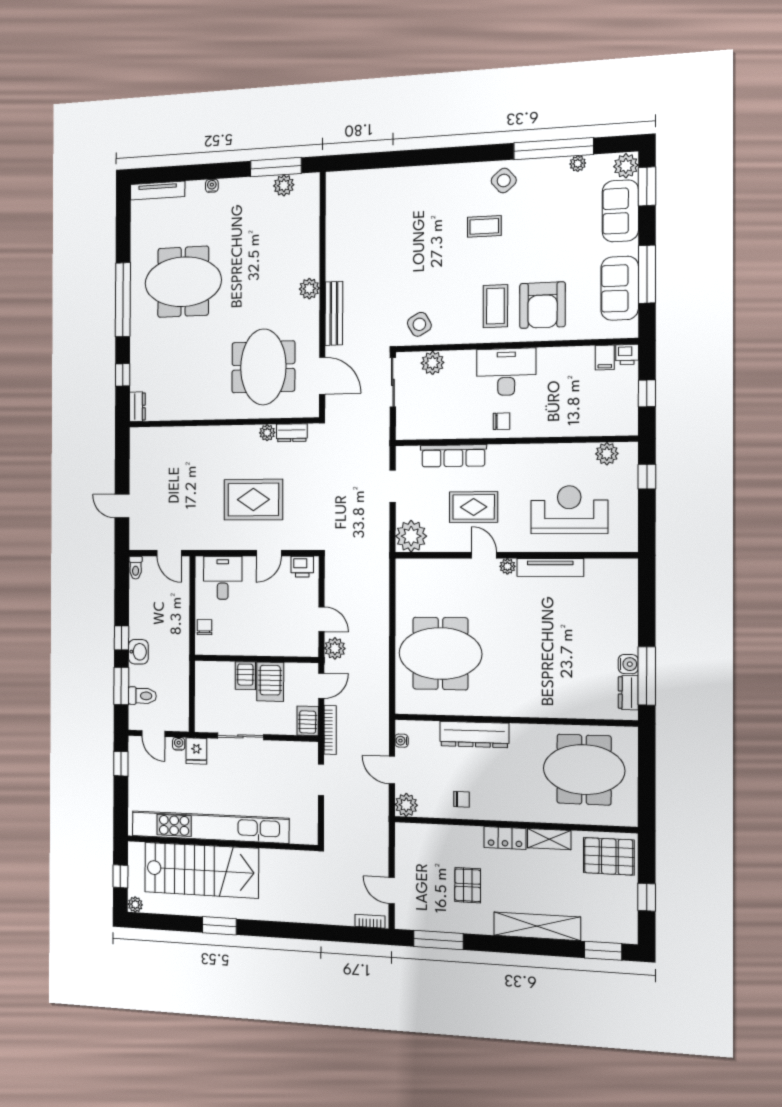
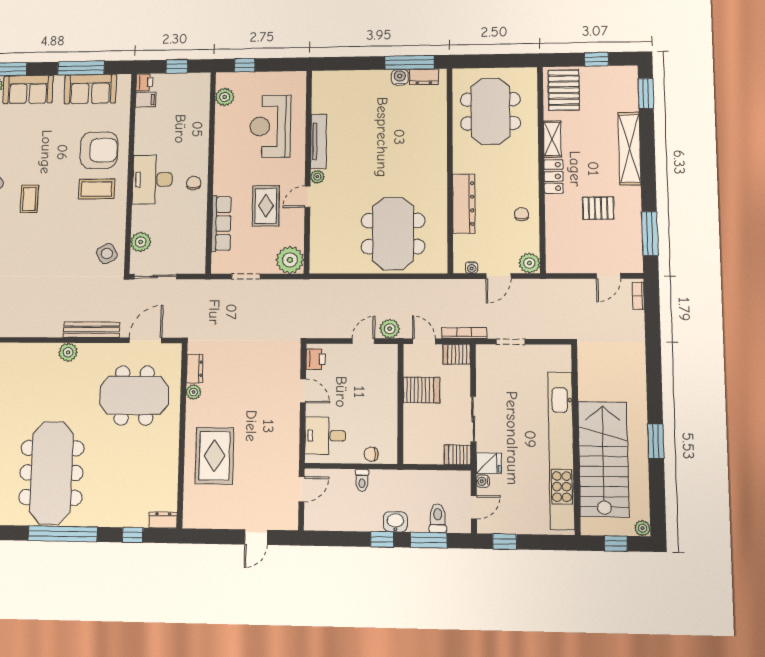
meeting table: (183, 282) -> (51, 473), width x1.36
rug: (253, 500) -> (214, 456), moved
toilet: (136, 568) -> (362, 480), moved, turned 90
server rack: (245, 676) -> (458, 455), moved, turned 180

